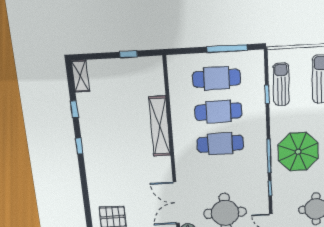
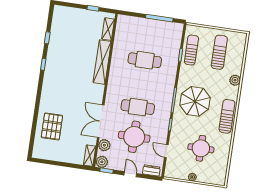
shelving: (80, 76) -> (108, 29), moved
cafe table: (217, 78) -> (148, 37), removed
cafe table: (220, 144) -> (138, 107), moved

